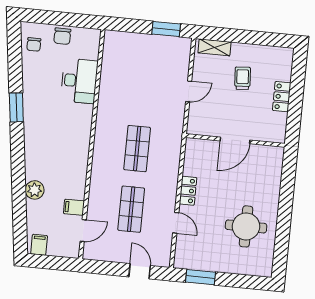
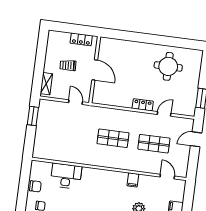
door: (235, 140) -> (95, 70), moved
wall: (235, 140) -> (95, 70), moved
filing cabinet: (74, 207) -> (133, 180), moved

